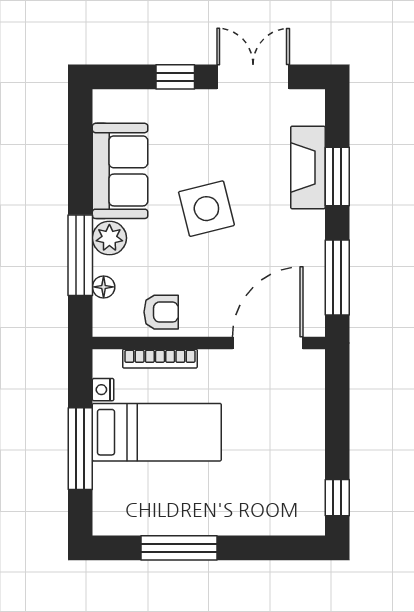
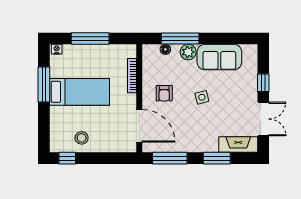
fireplace: (308, 167) -> (238, 145), moved
side table: (206, 209) -> (202, 97), width x0.54, depth x0.54
armchair: (161, 312) -> (164, 93), moved
nightstand: (103, 390) -> (57, 49), moved
bed: (157, 432) -> (80, 92), moved, turned -90
stool: (294, 467) -> (82, 138), added

